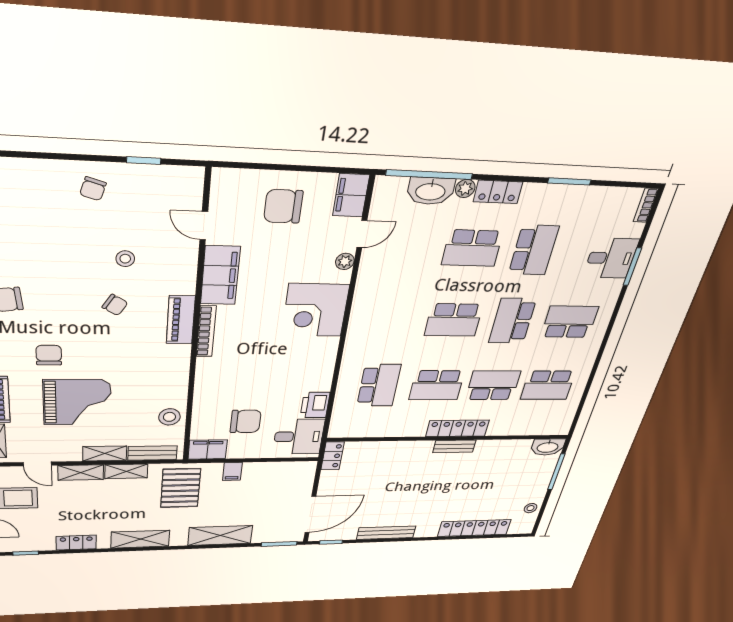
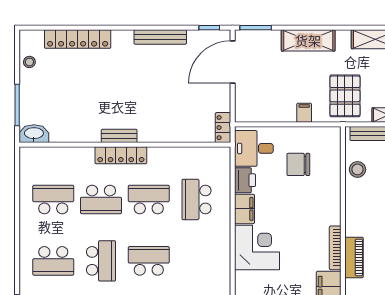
corner desk: (315, 310) -> (257, 247), moved
filing cabinet: (208, 450) -> (244, 209), moved, turned -90

